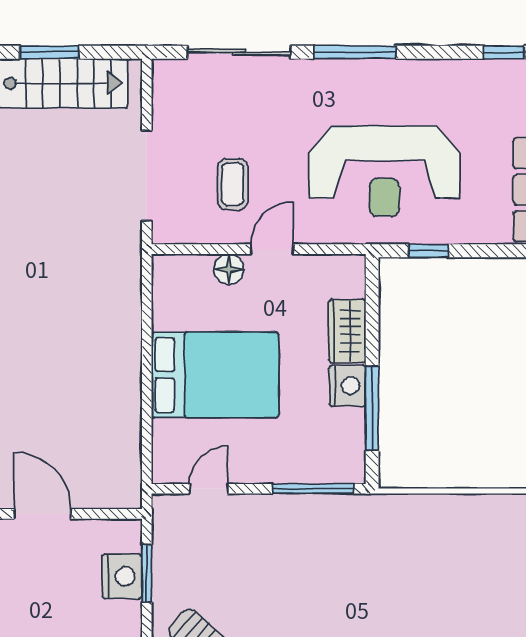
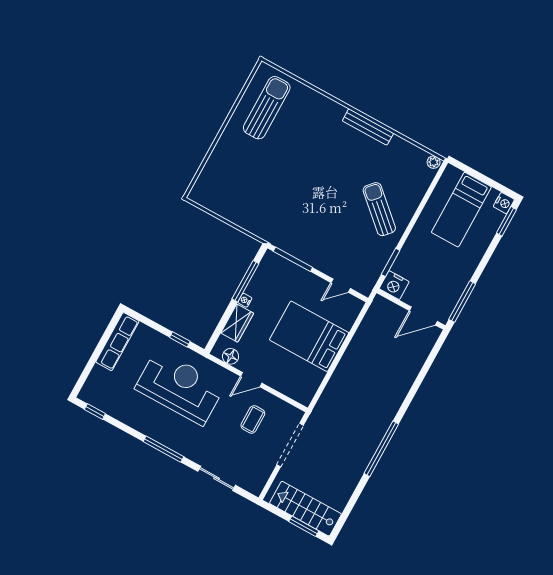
sliding door: (239, 52) -> (217, 478), width x0.73
floor lamp: (229, 269) -> (231, 356), moved
nightstand: (347, 386) -> (245, 300), width x0.53, depth x0.56
door: (43, 514) -> (423, 316), hinge flipped
nightstand: (122, 576) -> (394, 285), moved, turned -90

